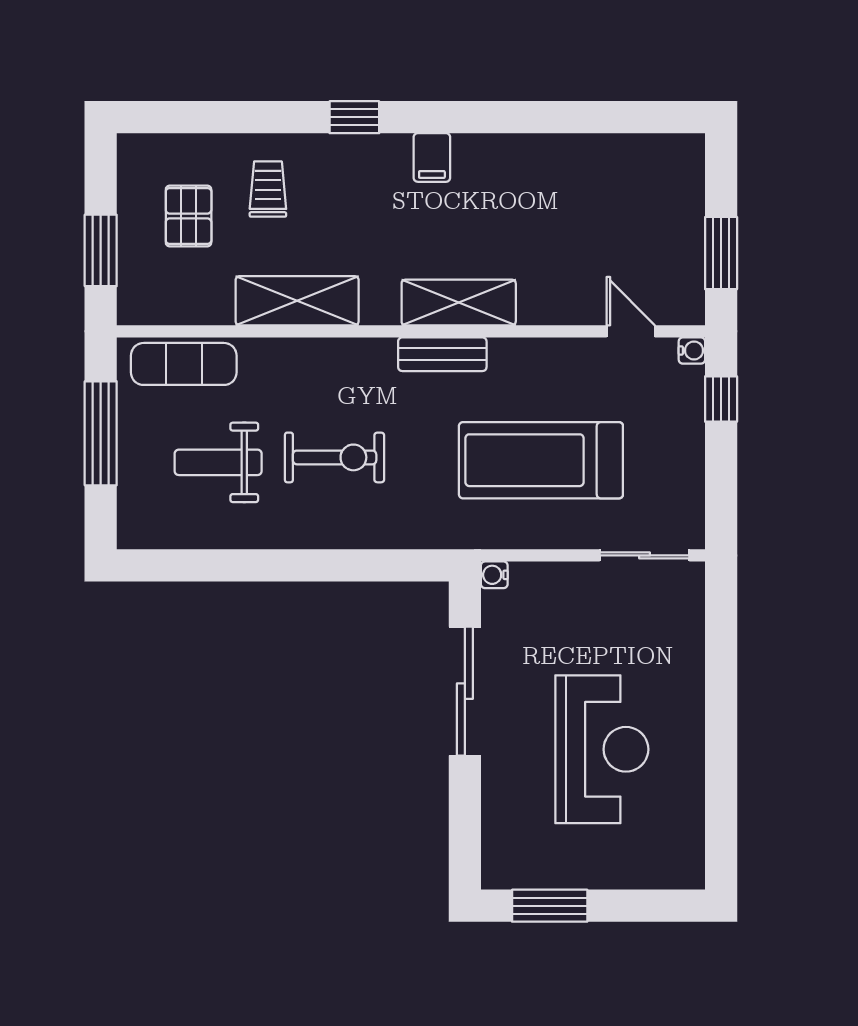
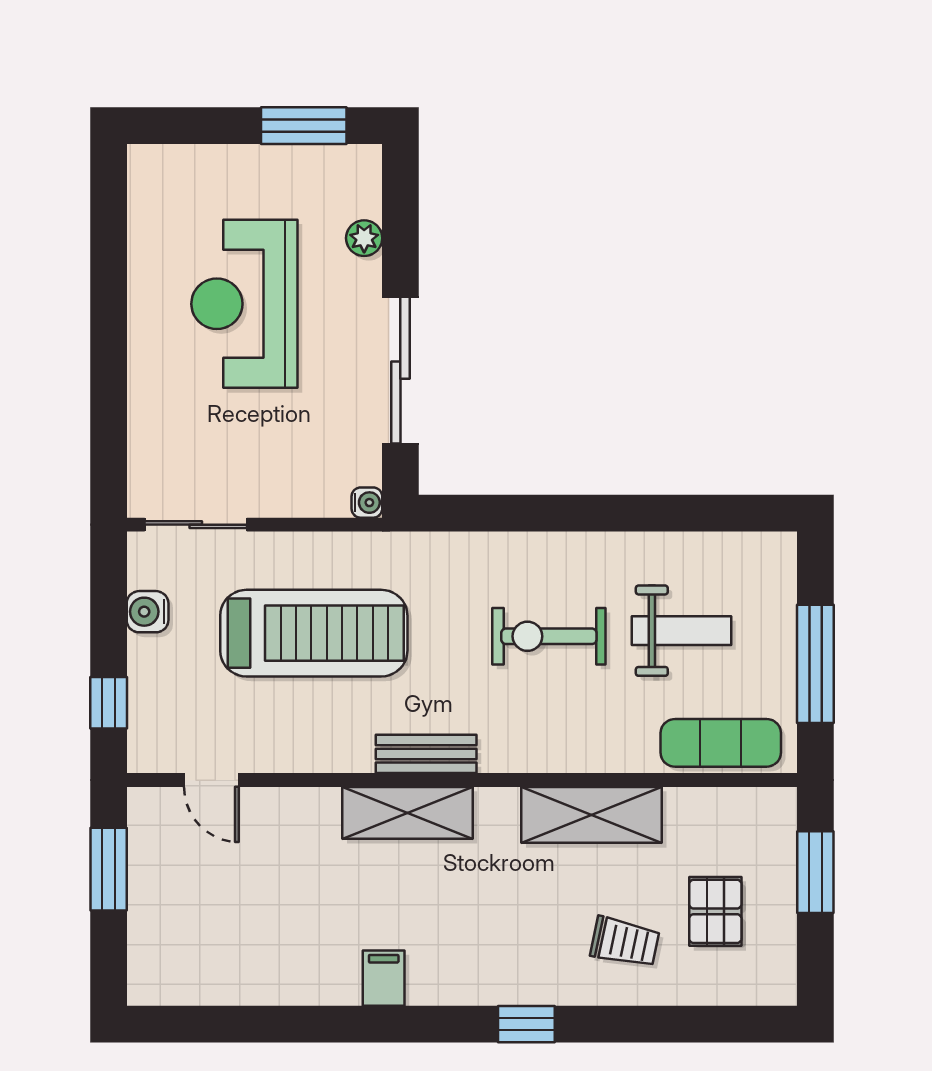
filing cabinet: (432, 157) -> (384, 978), moved
trolley: (268, 189) -> (625, 942), turned -78
water cooler: (692, 350) -> (148, 612), moved, width x1.38, depth x1.38
plant: (497, 807) -> (364, 238), added

